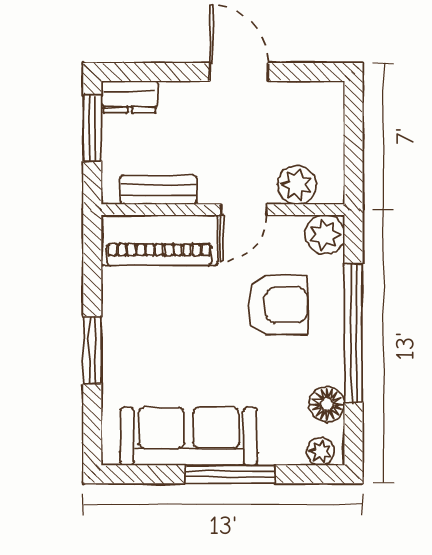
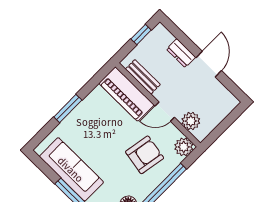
dresser: (130, 97) -> (181, 53), moved
window: (92, 128) -> (141, 34), width x0.67
armchair: (278, 305) -> (145, 155), turned -80

